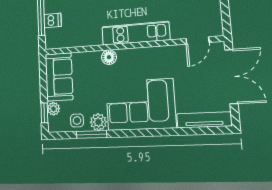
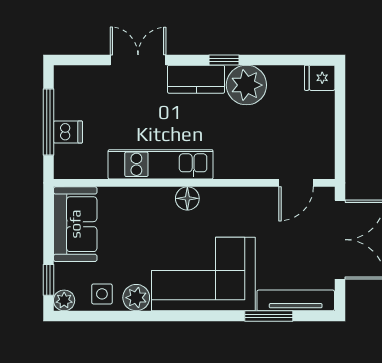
kitchen unit: (136, 33) -> (161, 164), moved
floor lamp: (109, 57) -> (187, 198), moved
plant: (54, 109) -> (64, 300), moved
window: (92, 134) -> (269, 316), moved

